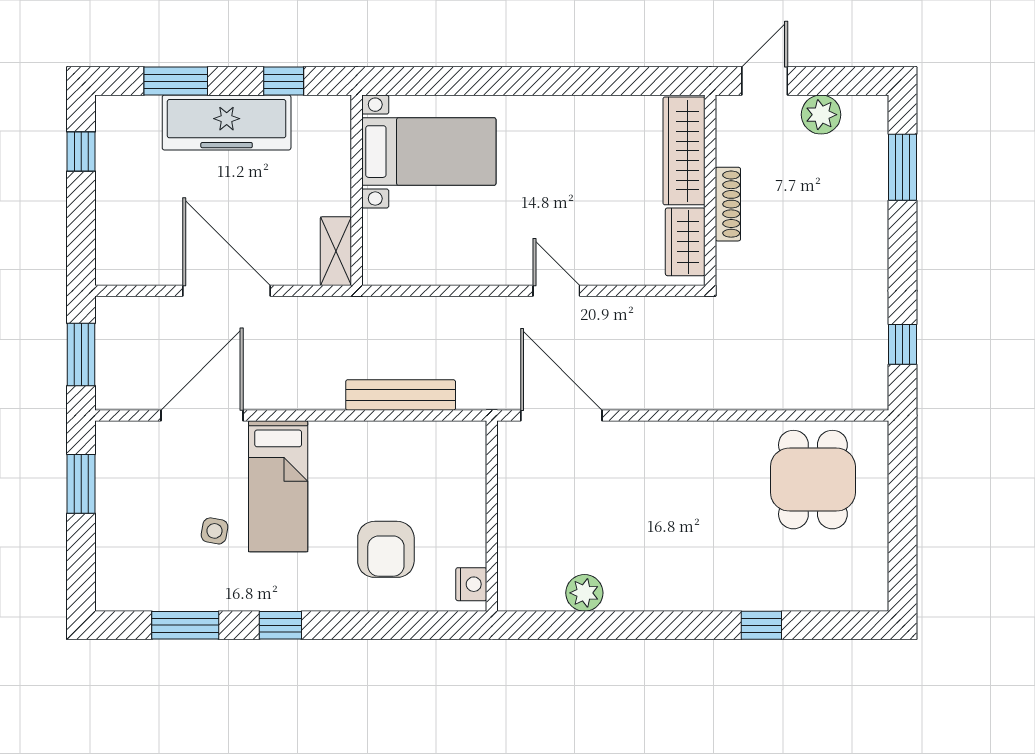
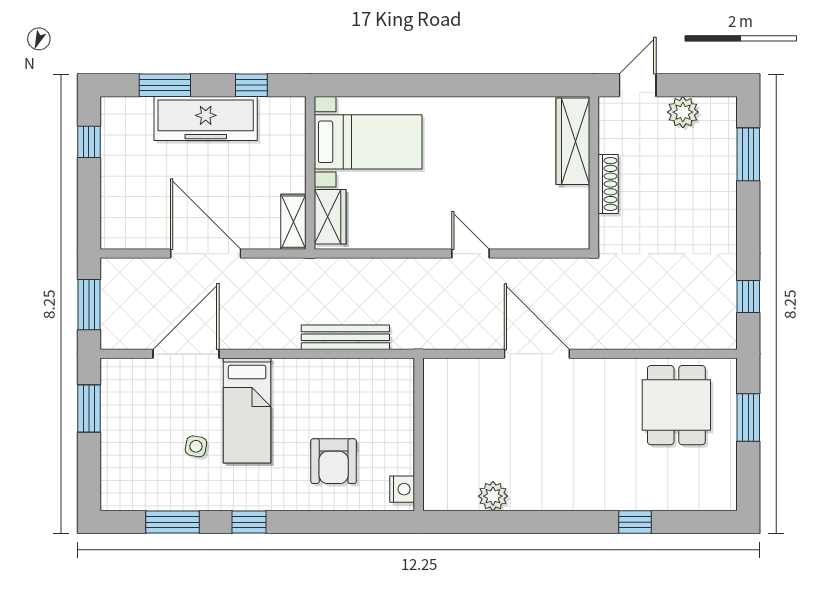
wardrobe: (685, 242) -> (330, 217), moved, turned 180
door: (561, 416) -> (537, 354), moved
window: (902, 495) -> (748, 417), added

